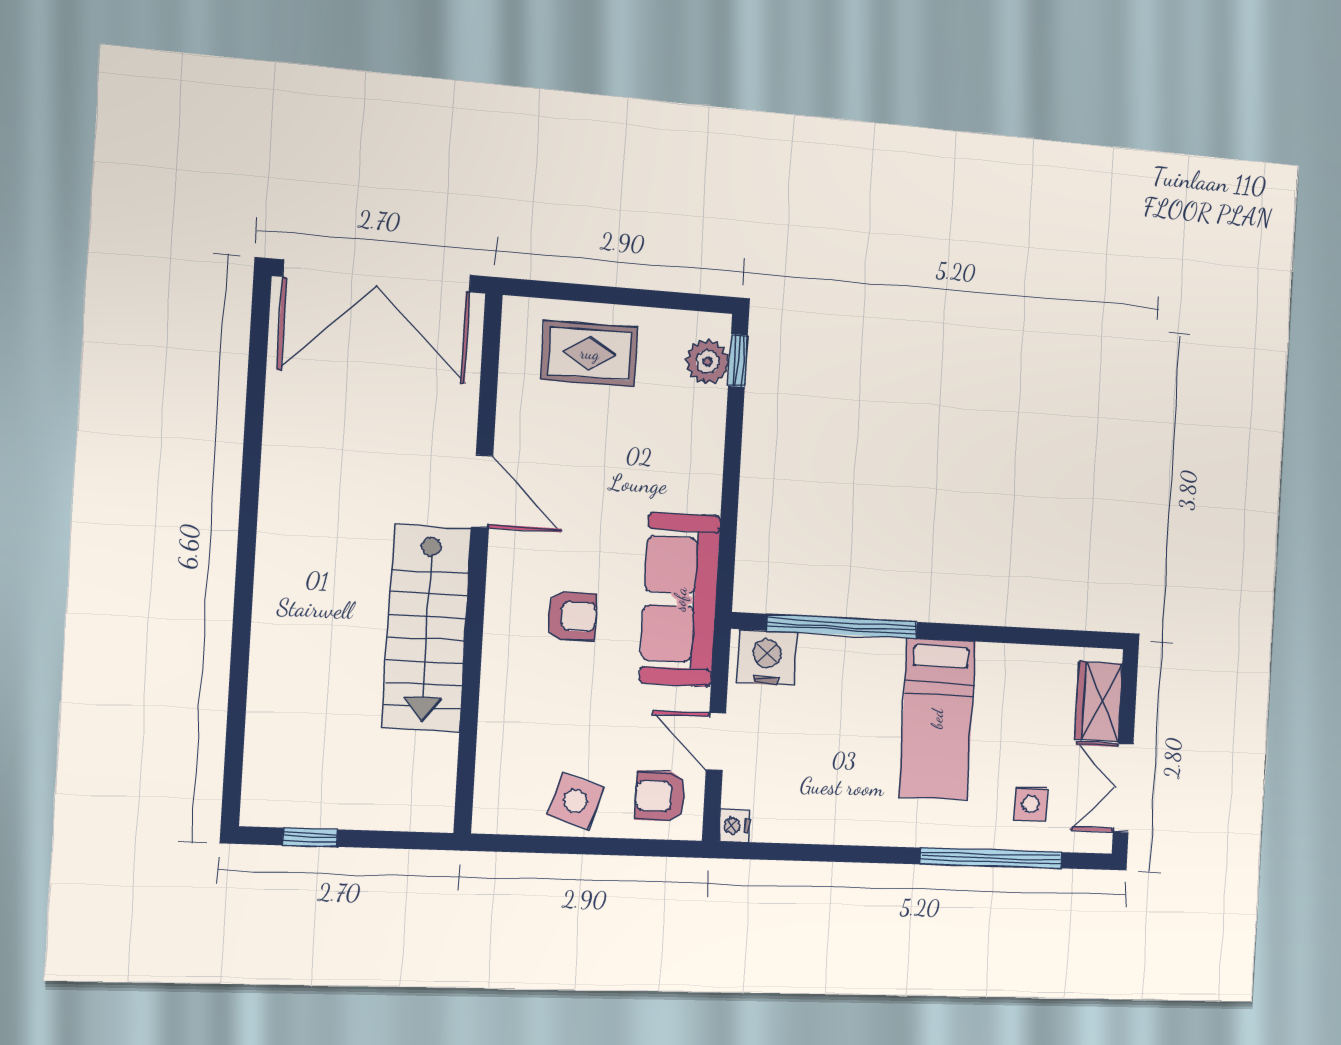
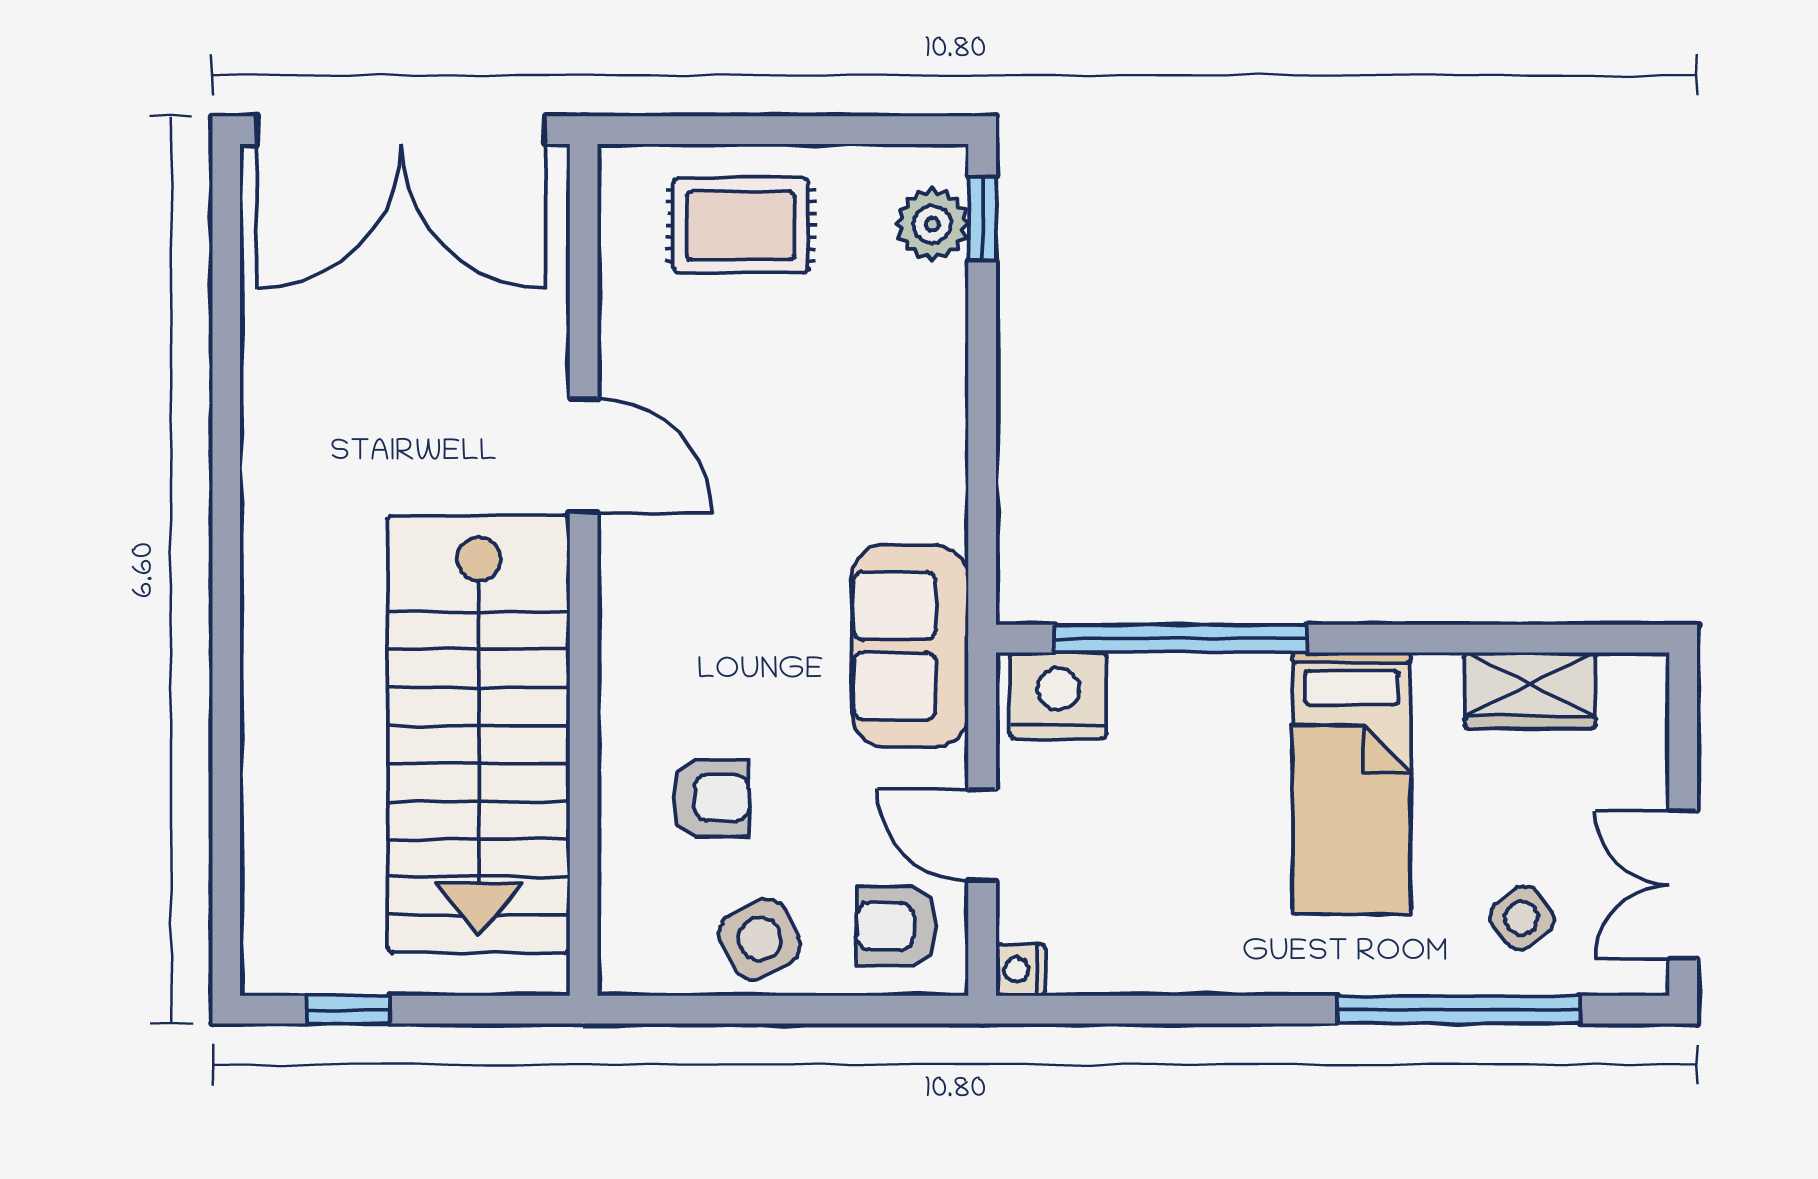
sofa: (680, 599) -> (910, 646), width x0.73
armchair: (572, 616) -> (711, 798), moved
stairs: (427, 628) -> (479, 734), width x1.36, depth x1.51
wardrobe: (1099, 701) -> (1530, 690), moved, turned -90
side table: (575, 801) -> (760, 939), turned 45
side table: (1031, 804) -> (1522, 918), turned -38

